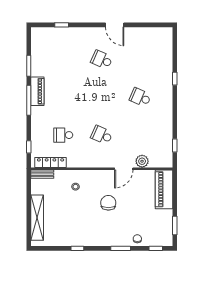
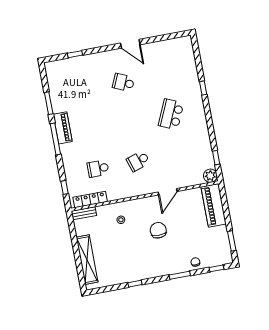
school desk: (140, 97) -> (171, 114), width x1.85
school desk: (102, 135) -> (138, 161), turned -42
plant: (142, 161) -> (210, 176), moved

